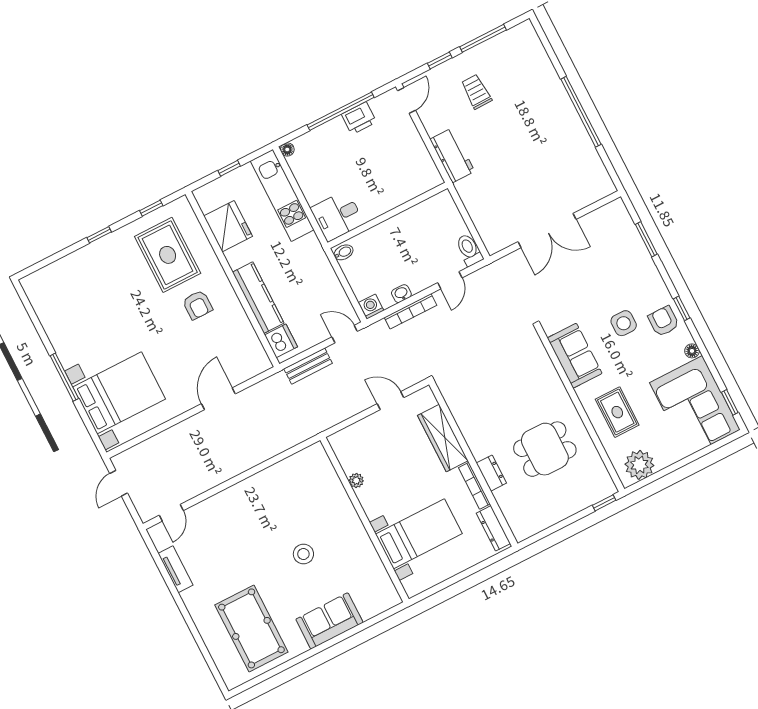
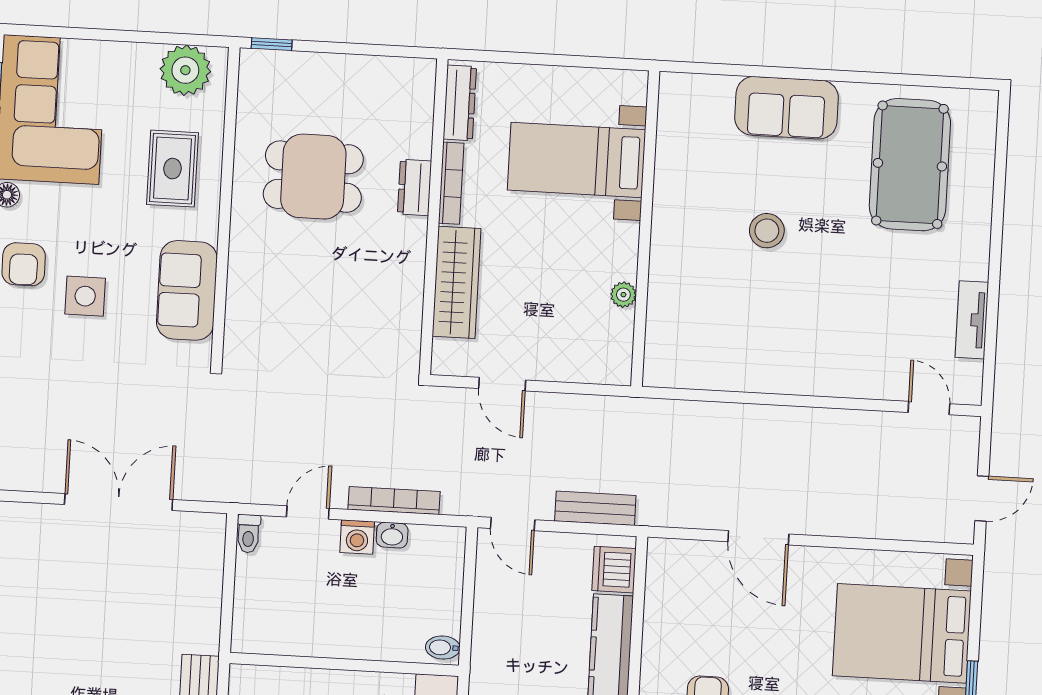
toilet: (469, 250) -> (248, 534), width x0.73, depth x0.72
washing machine: (371, 307) -> (357, 537), moved
door: (218, 399) -> (758, 538), hinge flipped
door: (171, 513) -> (929, 408), hinge flipped

